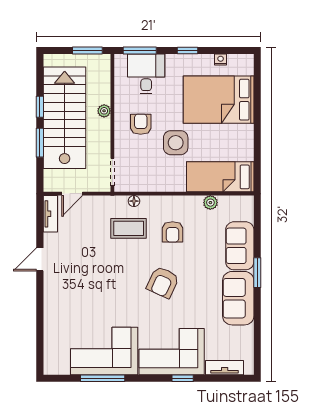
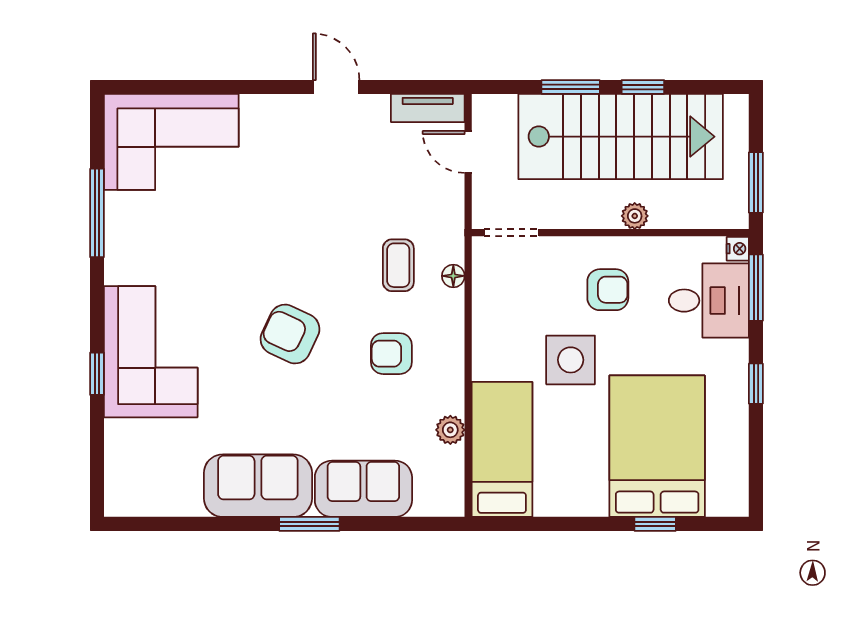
nightstand: (221, 60) -> (738, 249), moved
window: (257, 101) -> (655, 524), added
coffee table: (129, 228) -> (398, 265), width x0.73, depth x0.77
corner sofa: (104, 351) -> (171, 142), moved, turned 90
tv unit: (225, 368) -> (119, 458), removed

